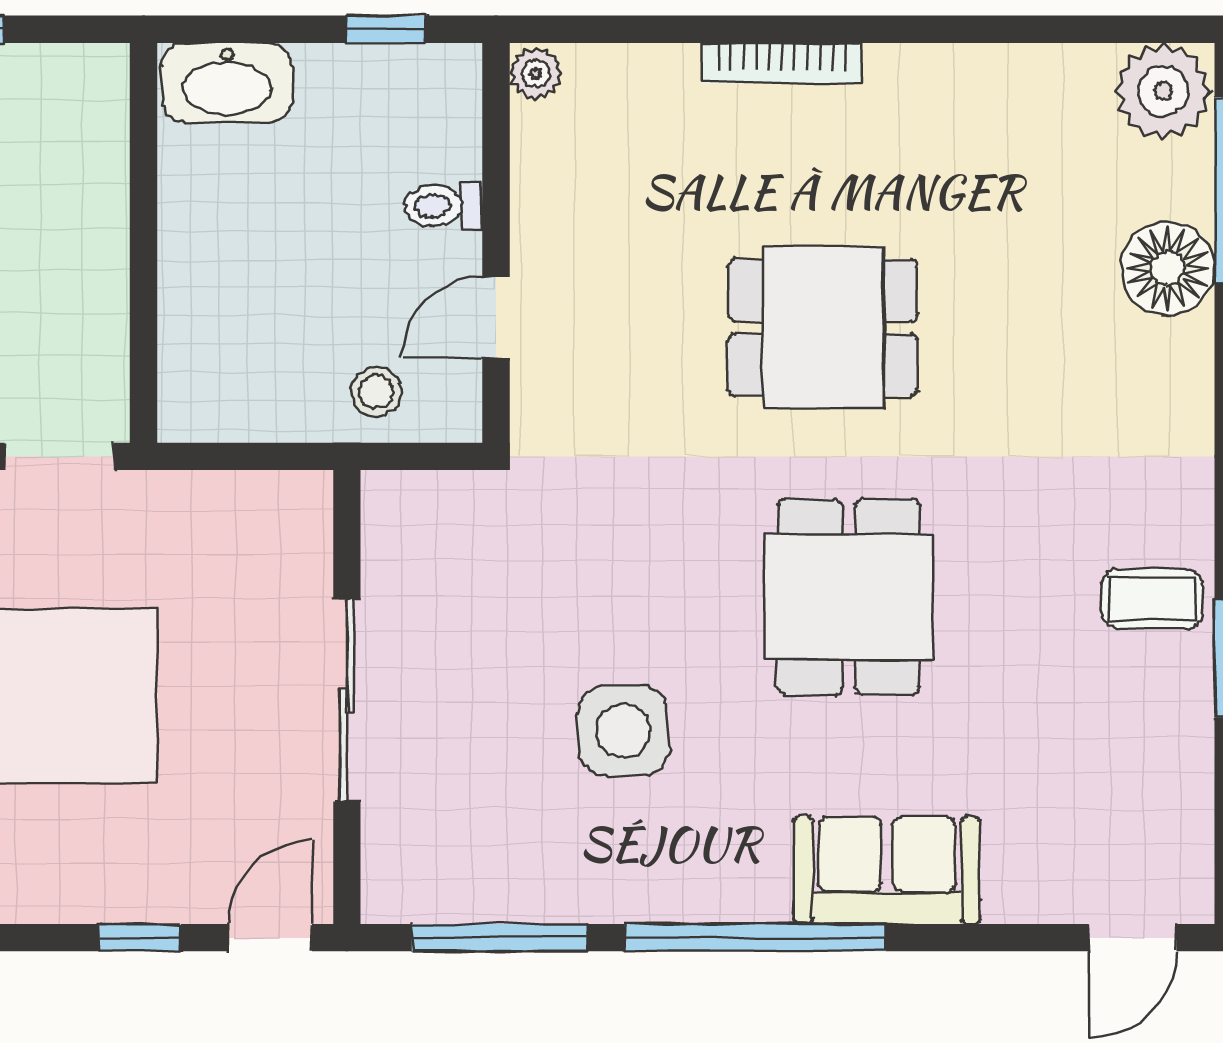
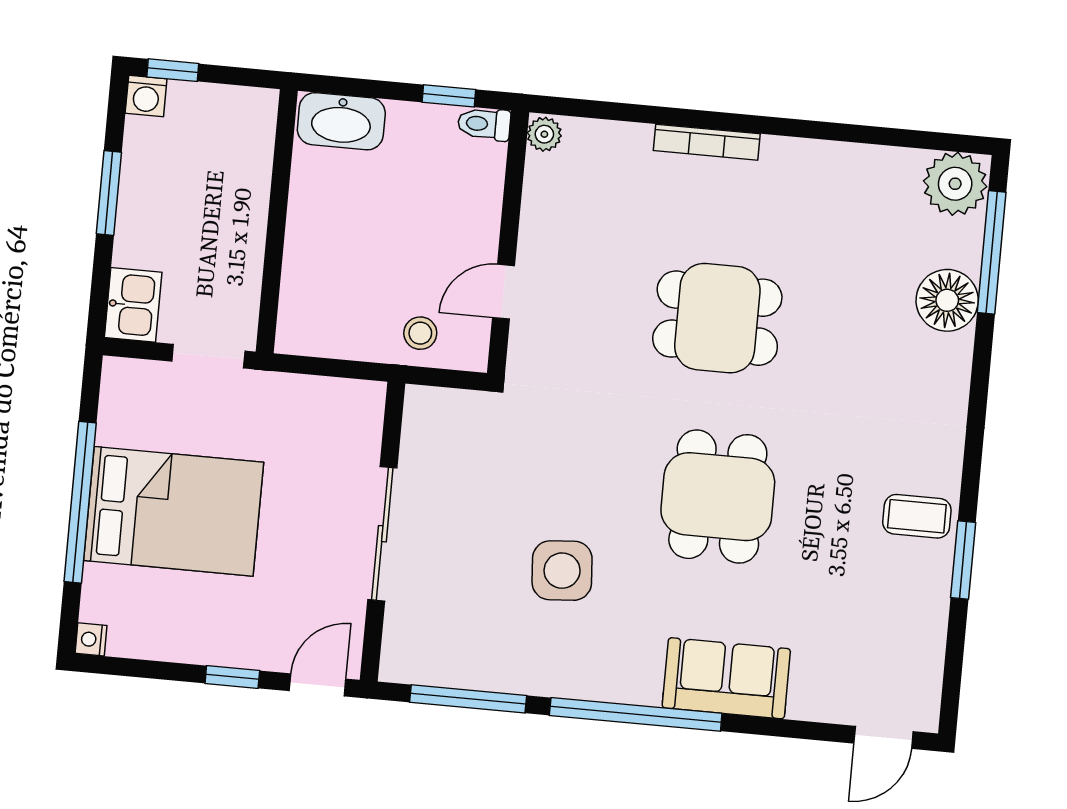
toilet: (443, 206) -> (484, 124), moved

